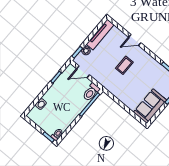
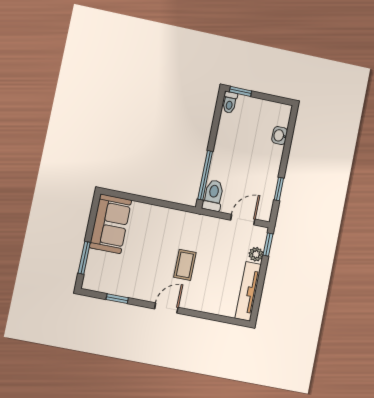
door: (135, 40) -> (166, 308), moved

